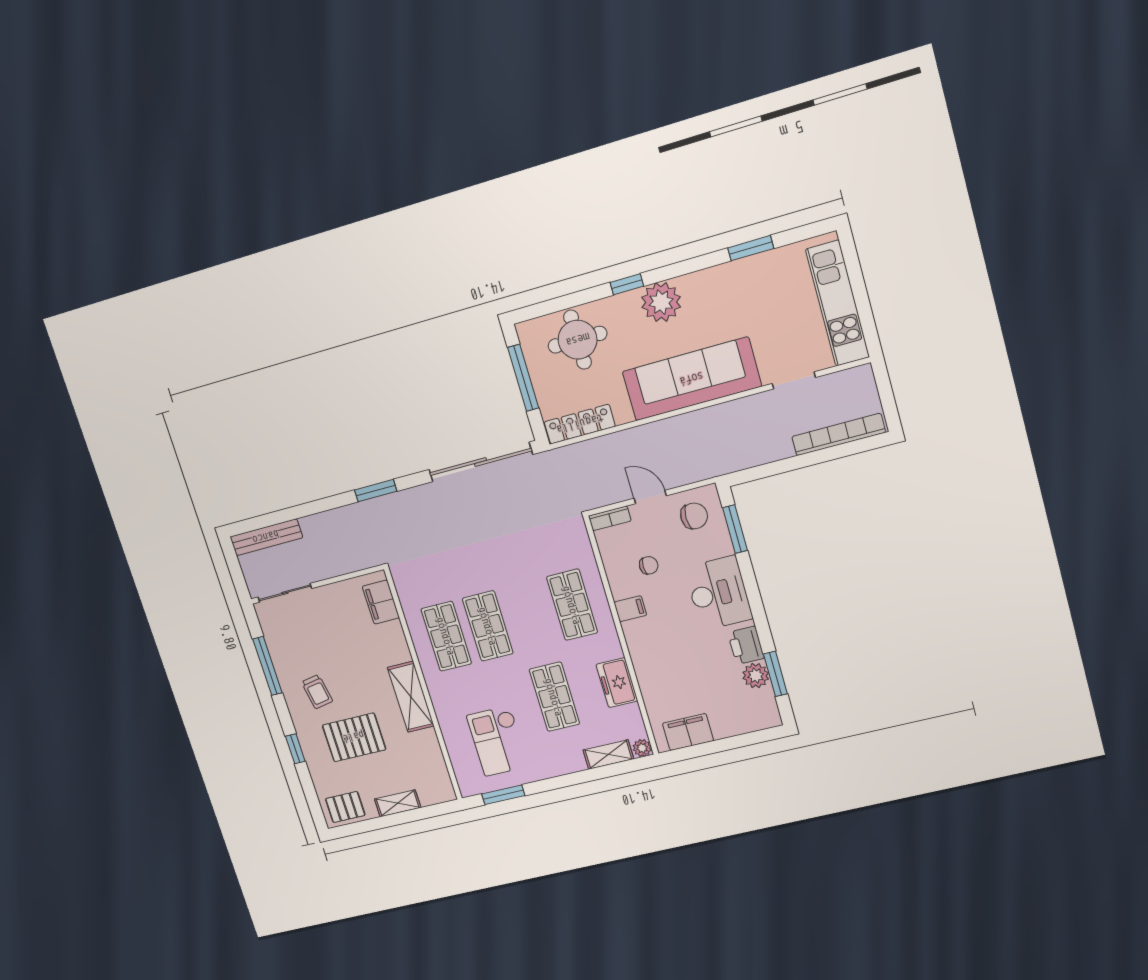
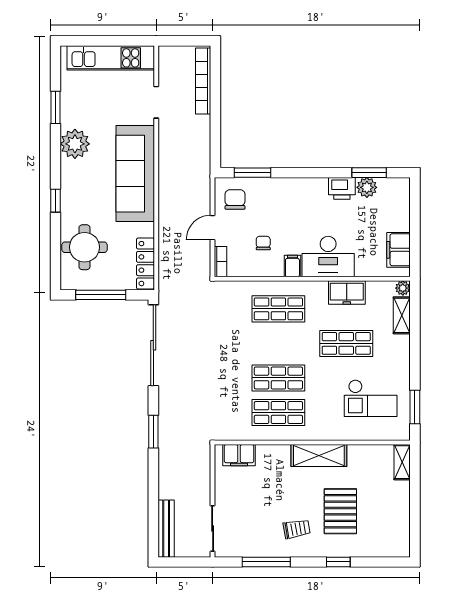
plant: (661, 302) -> (75, 144), moved
desk: (718, 593) -> (328, 257), moved, turned 180
shelving: (398, 803) -> (402, 462), moved
pallet: (345, 807) -> (395, 537), removed

